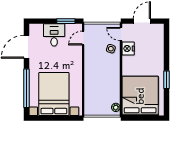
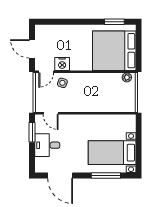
window: (166, 80) -> (114, 22), moved
window: (27, 88) -> (106, 175), width x0.68
bed with nightstands: (54, 94) -> (112, 153), width x0.73

